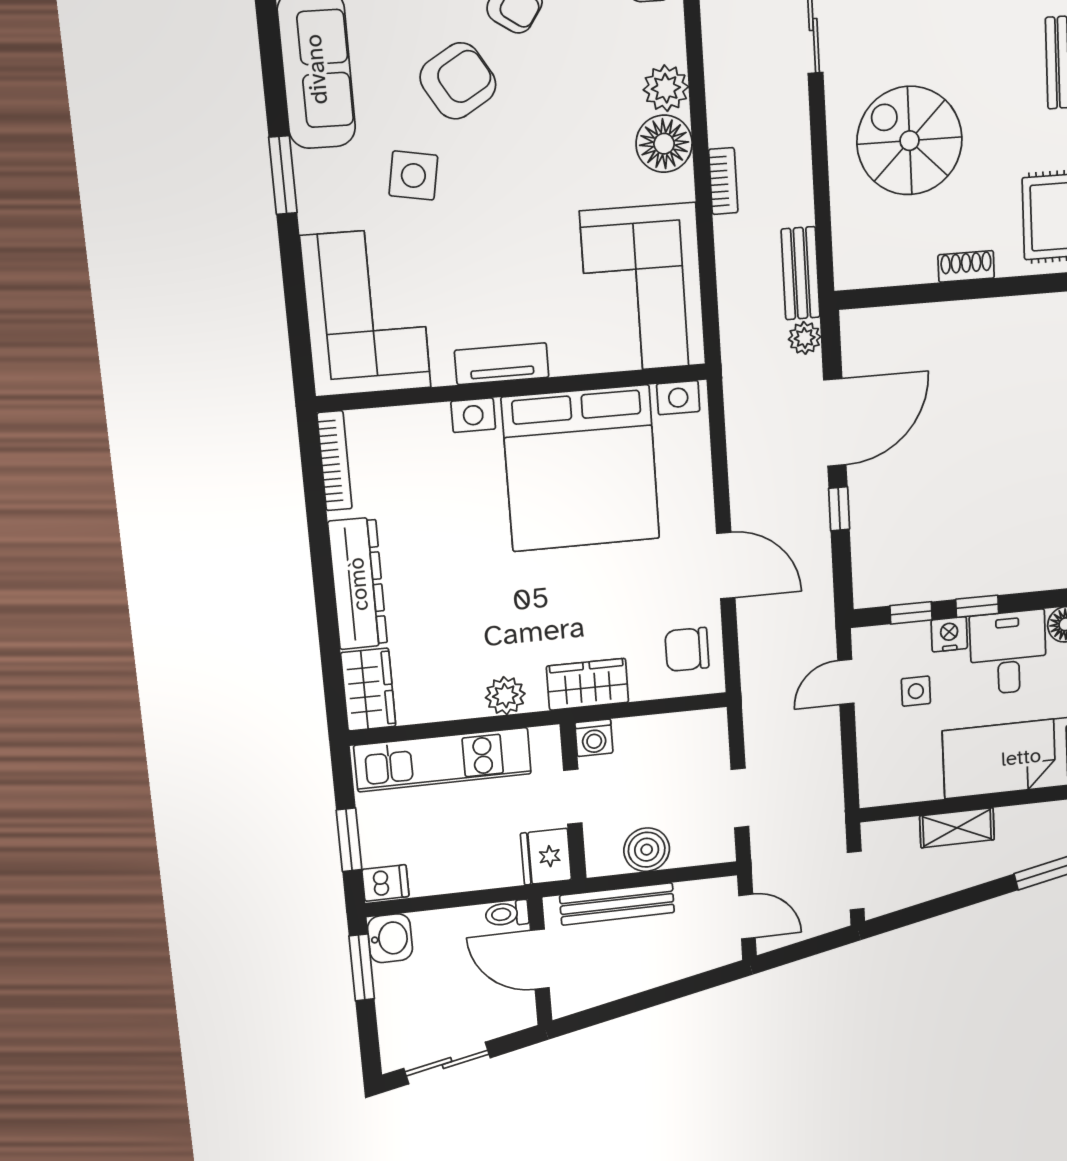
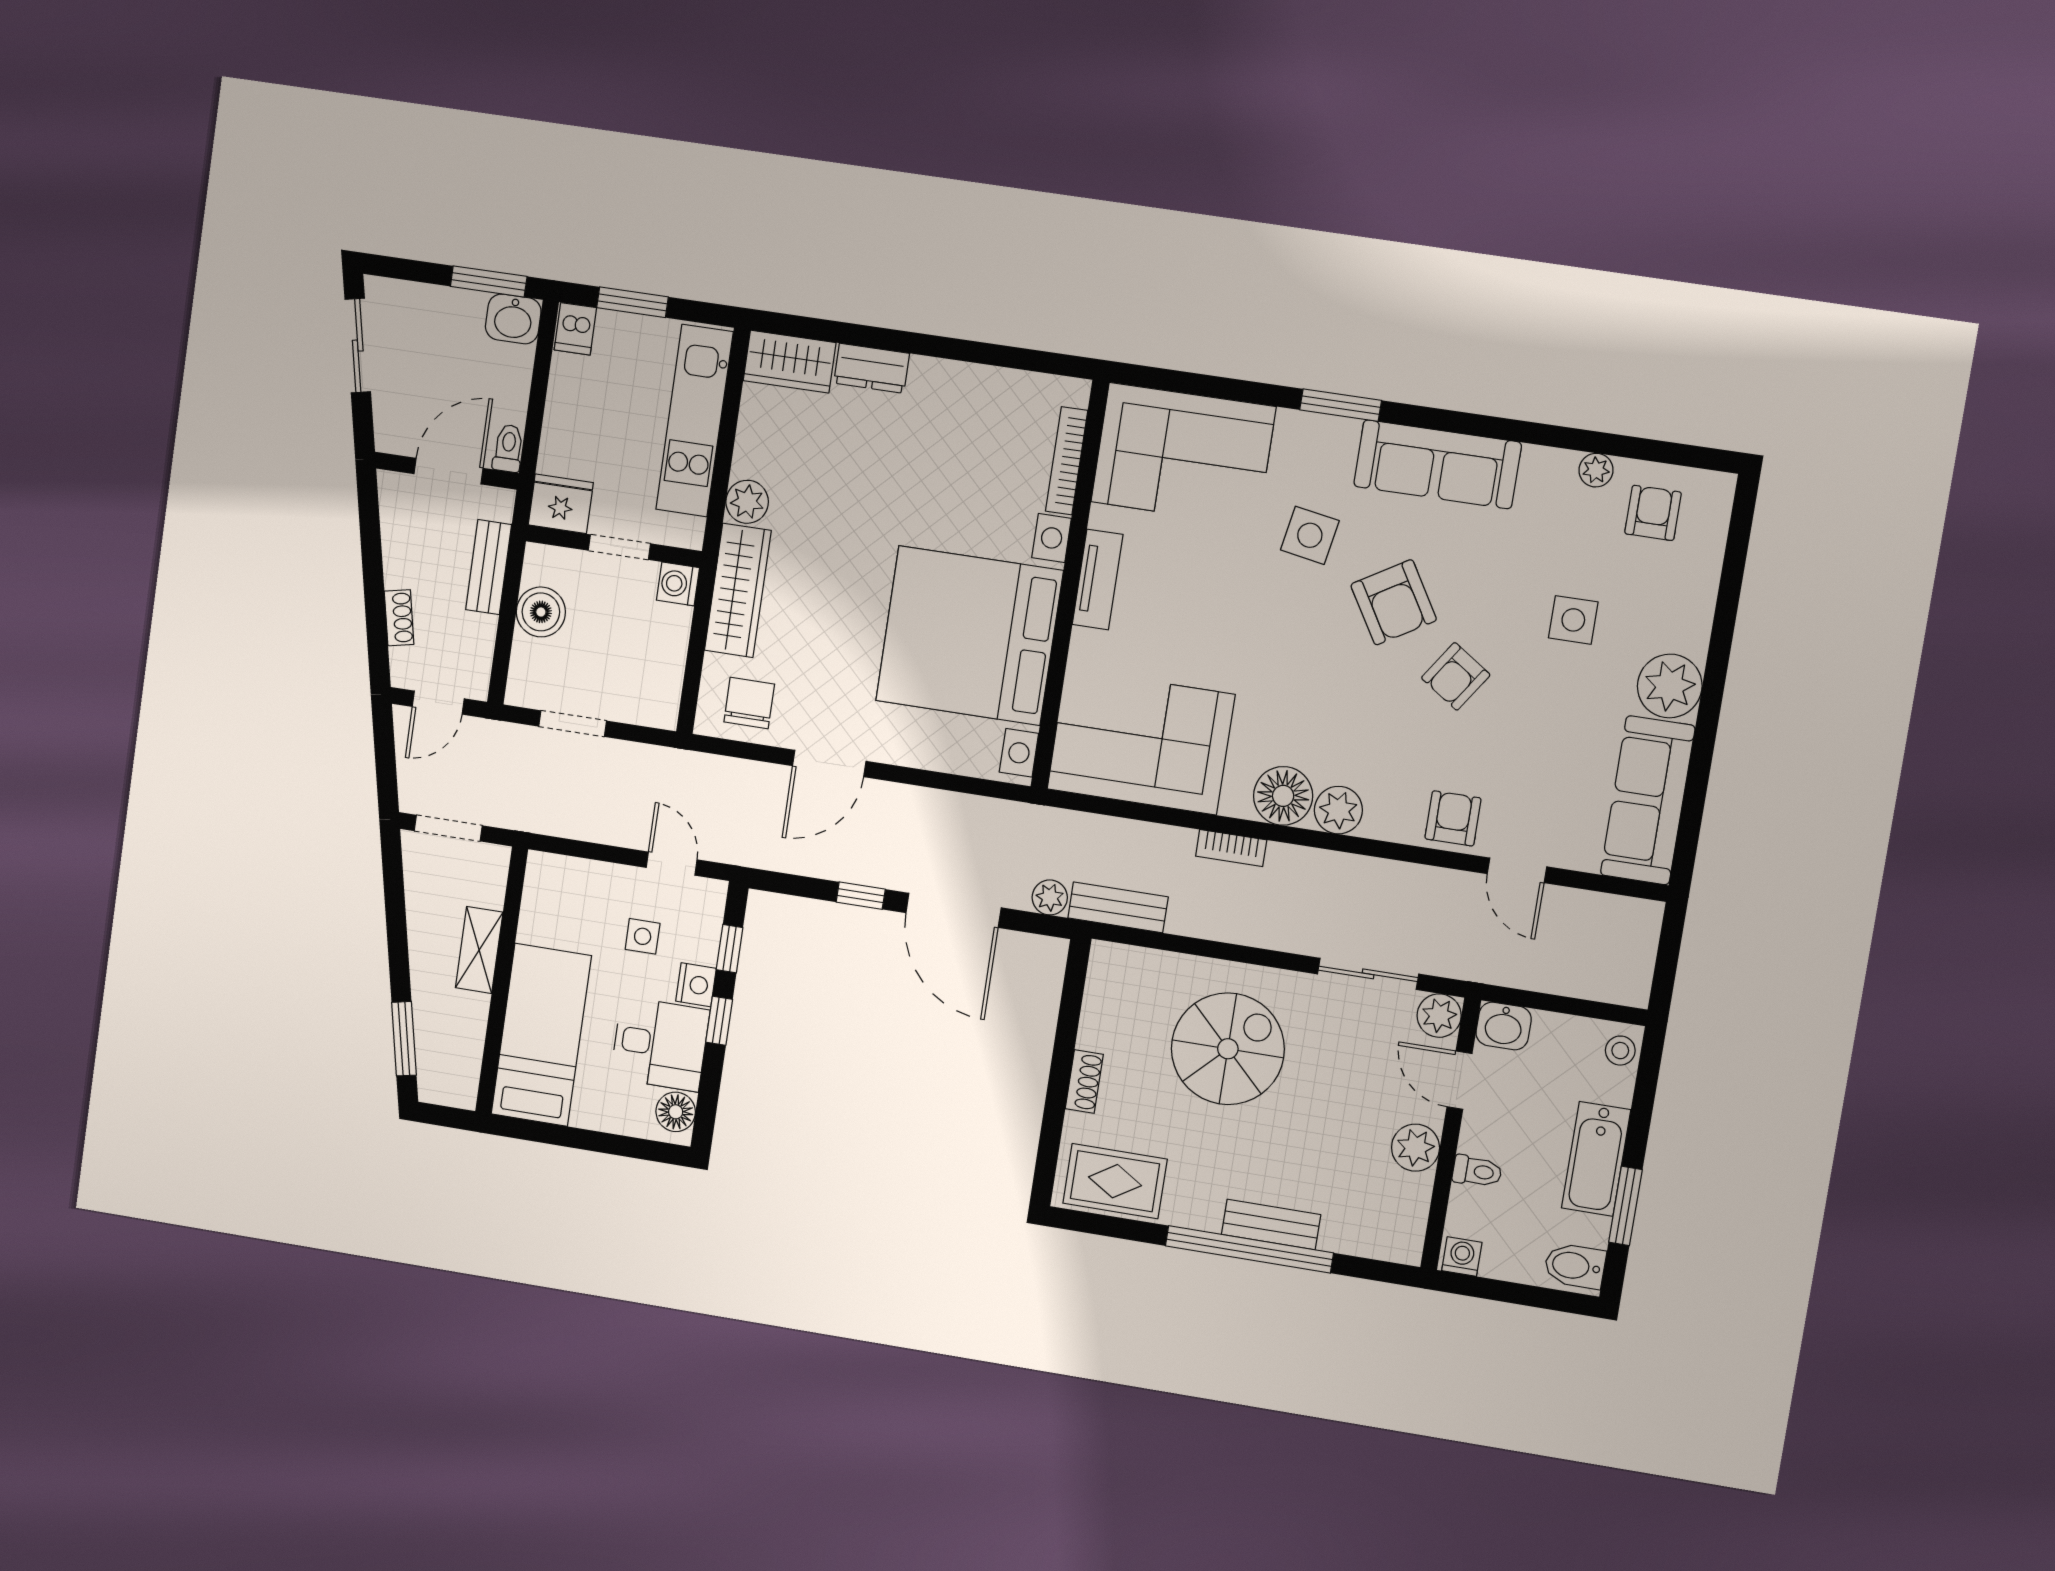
bookcase: (335, 461) -> (1067, 461), moved, turned 90
dresser: (358, 584) -> (872, 368), width x0.51, depth x0.80
wardrobe: (588, 684) -> (738, 590), width x1.50
bench: (617, 904) -> (489, 567), width x0.73
shoe rack: (680, 968) -> (399, 618), added

